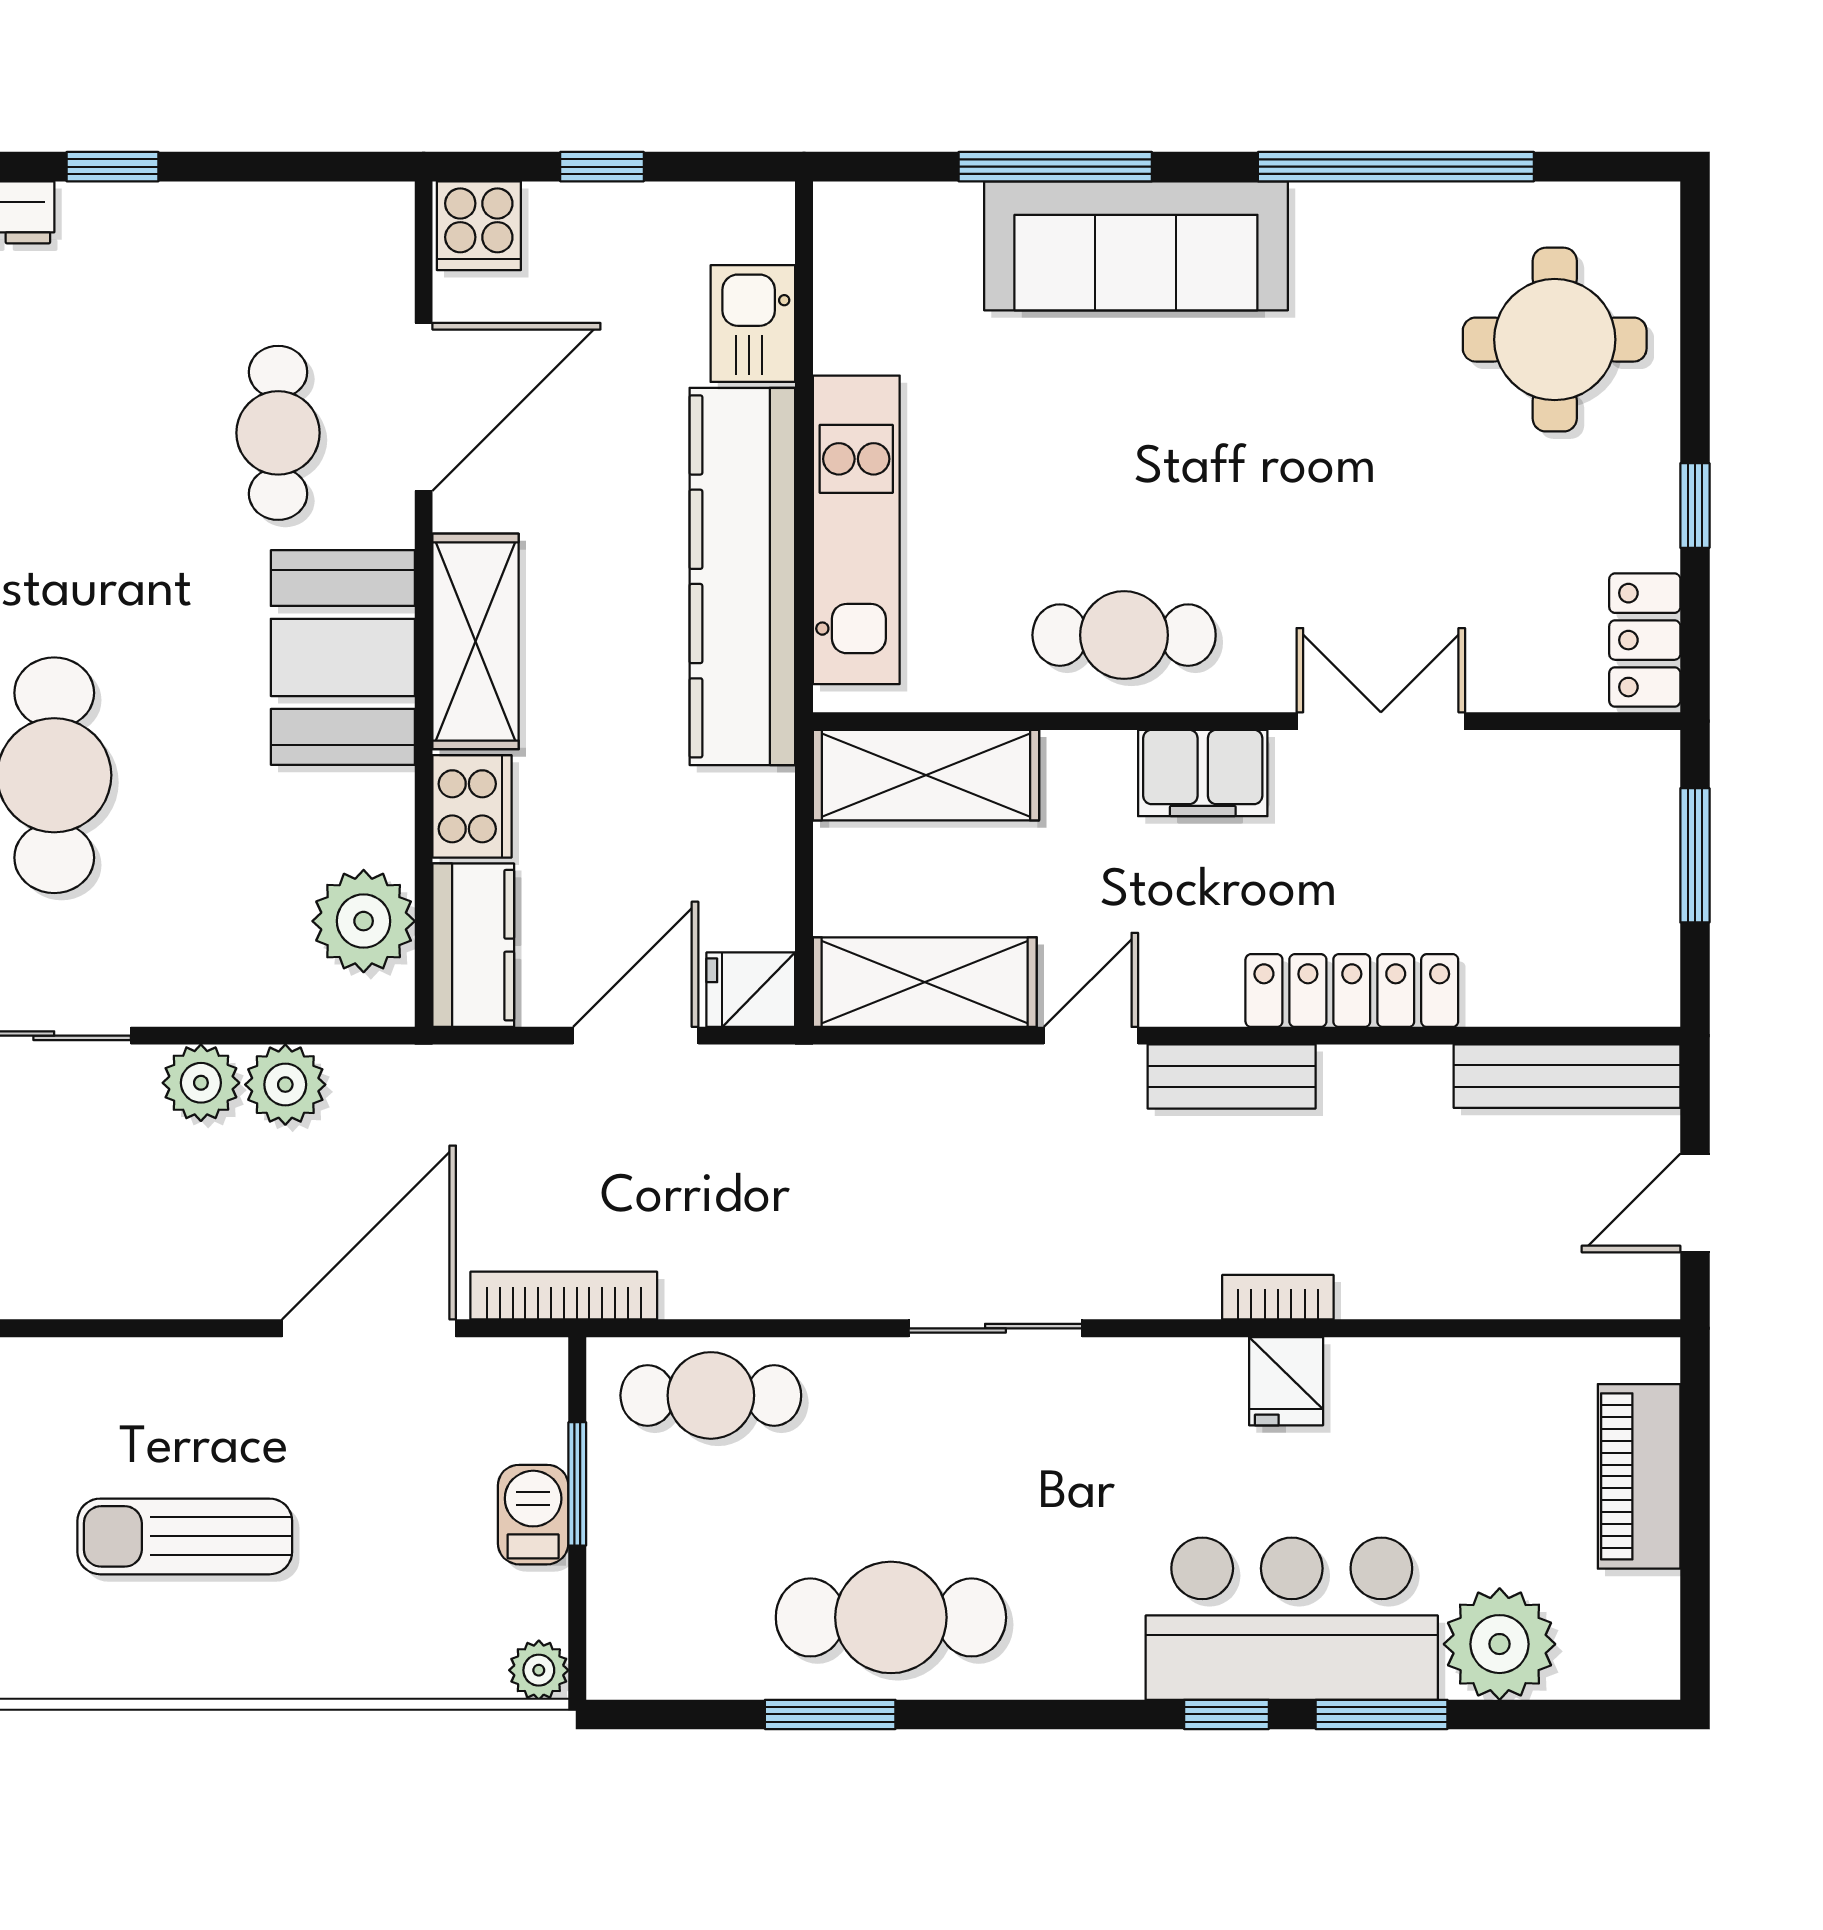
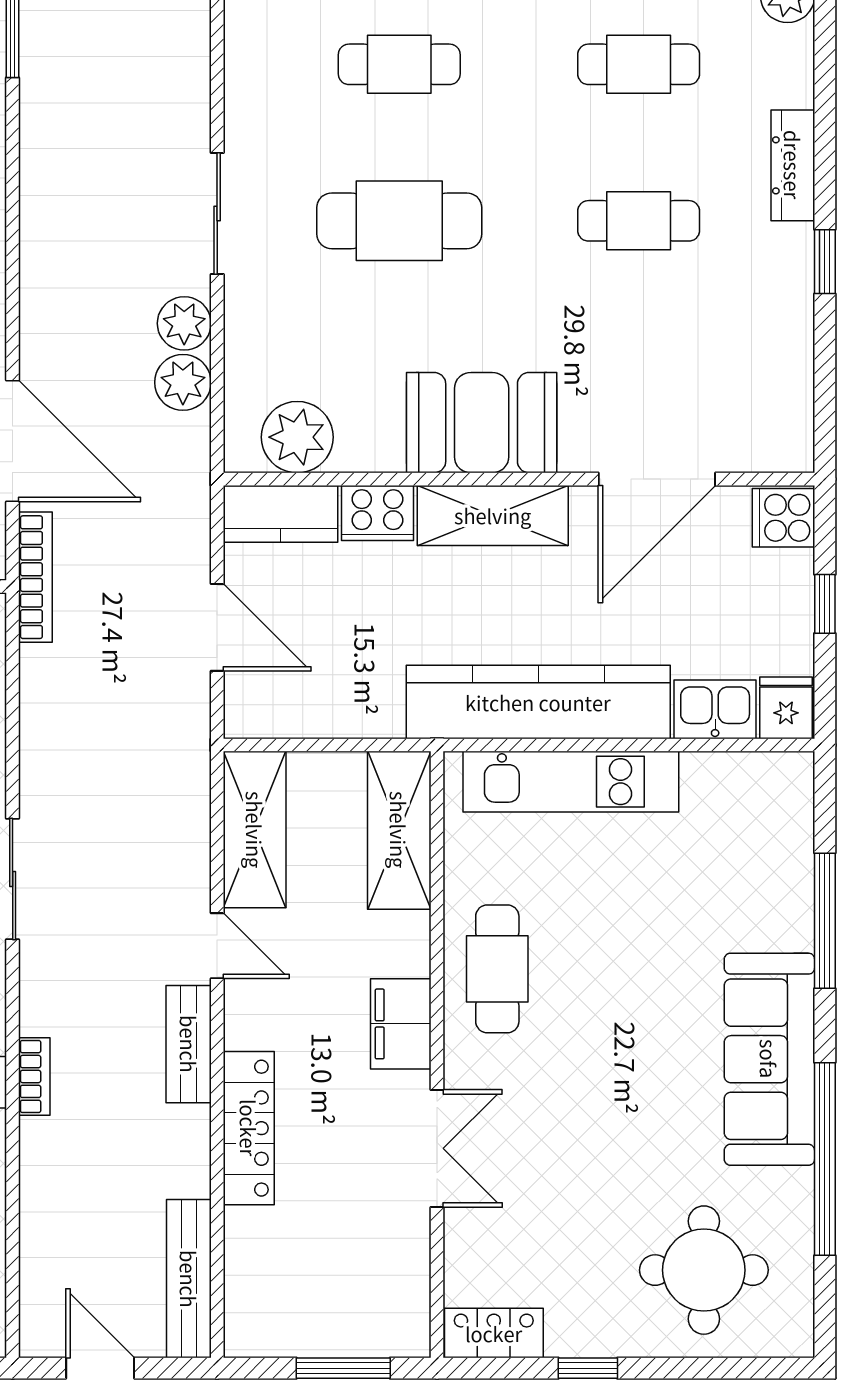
sofa: (1136, 246) -> (769, 1059), moved
door: (424, 407) -> (657, 479), hinge flipped
cafe table: (278, 433) -> (639, 221), moved
fridge: (751, 990) -> (786, 708), moved

